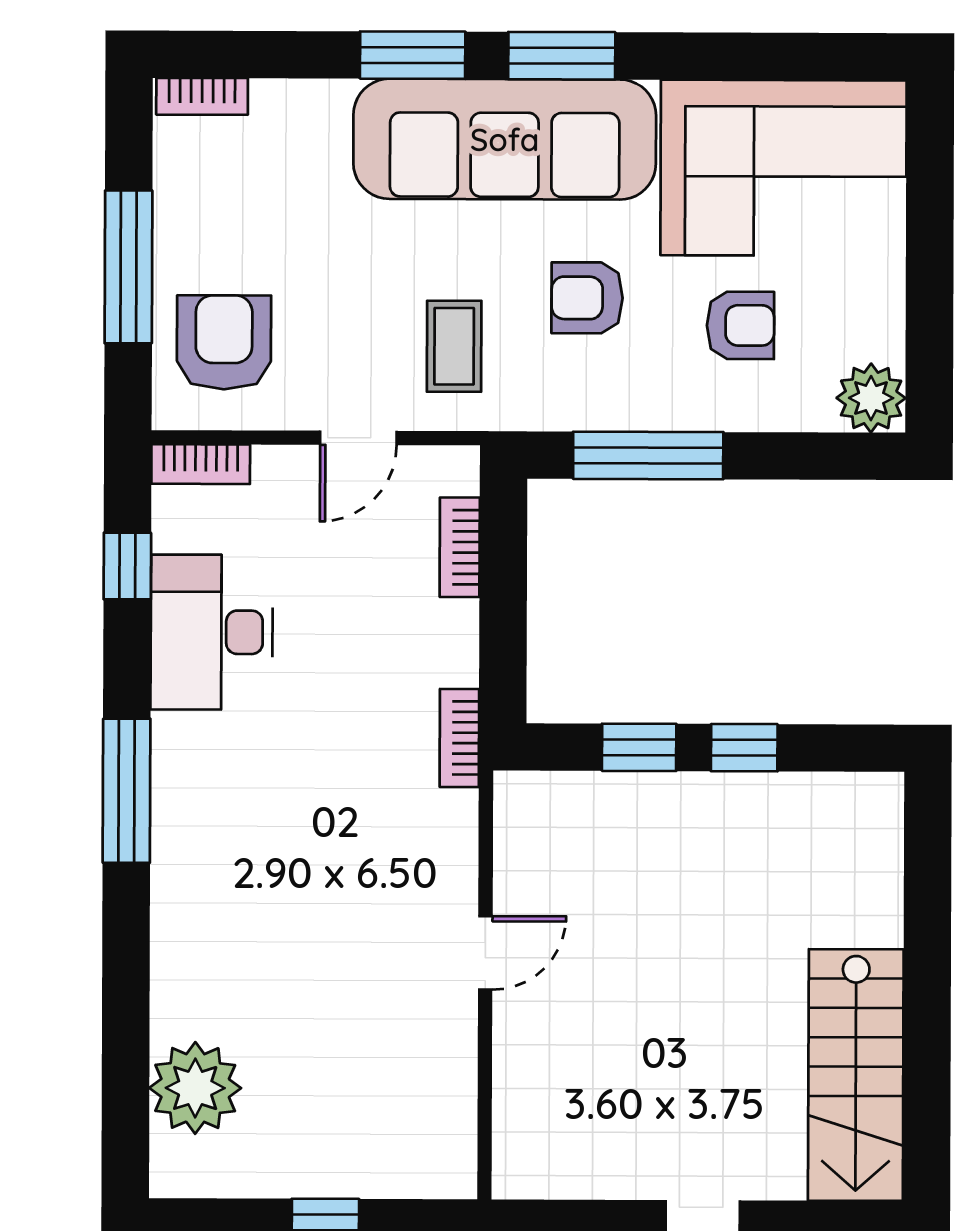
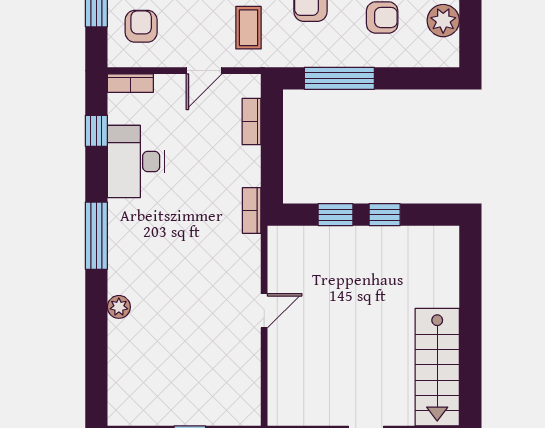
armchair: (224, 342) -> (141, 26), width x0.72, depth x0.72
plant: (871, 398) -> (443, 21), moved
plant: (195, 1088) -> (119, 307), moved, width x0.53, depth x0.53

